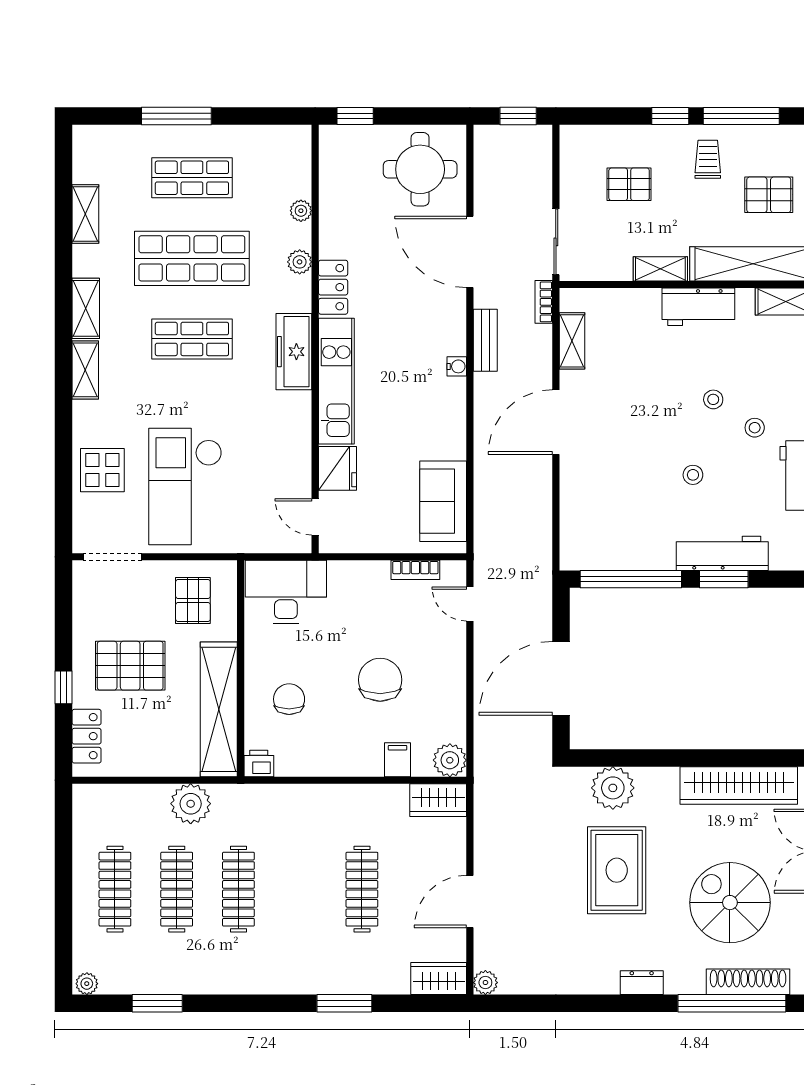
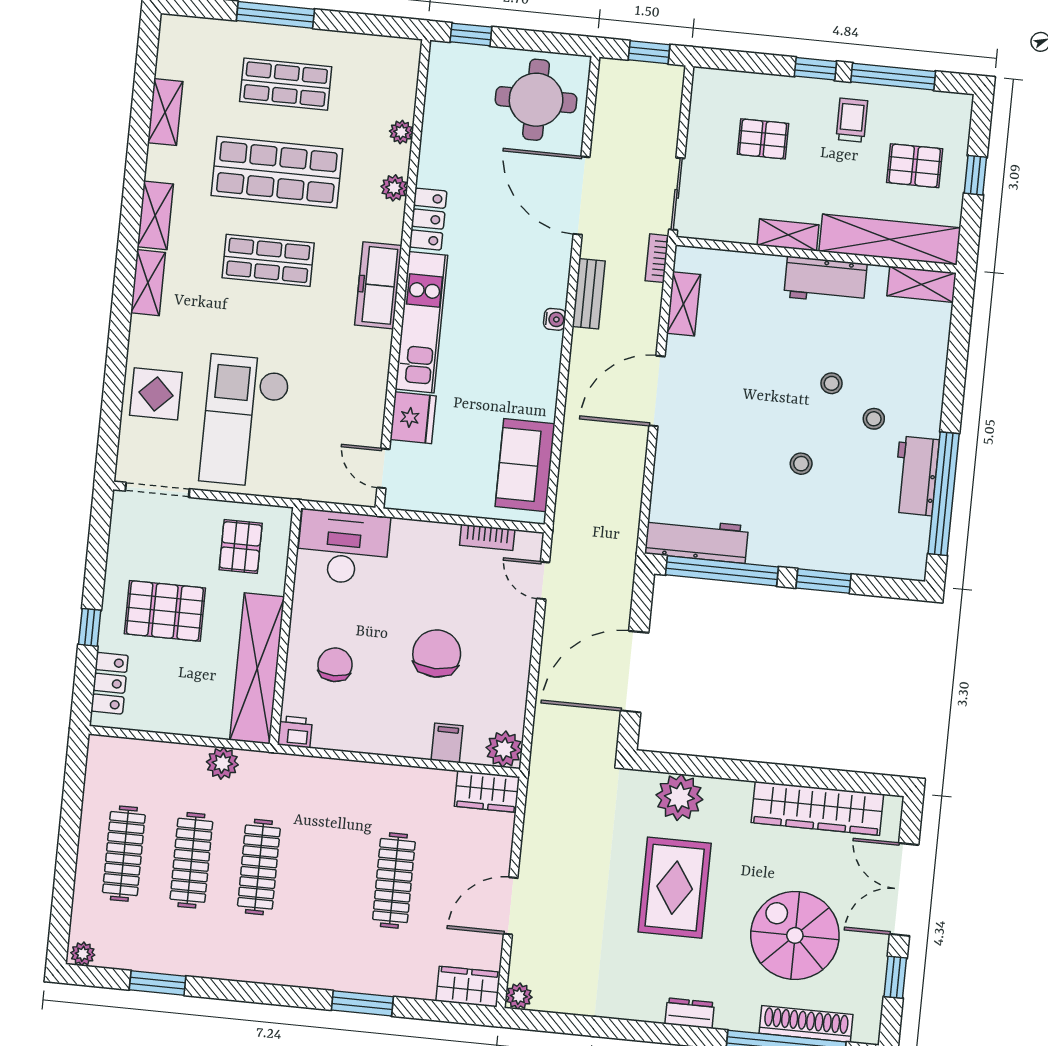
workbench: (722, 553) -> (697, 540), moved
plant: (191, 804) -> (222, 763), width x0.73, depth x0.73

